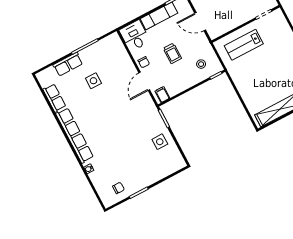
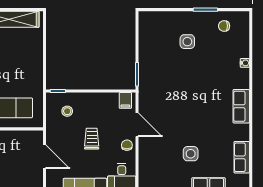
door: (144, 81) -> (137, 125), hinge flipped
row of seats: (75, 135) -> (241, 106), width x0.50
side table: (160, 142) -> (187, 42), moved

